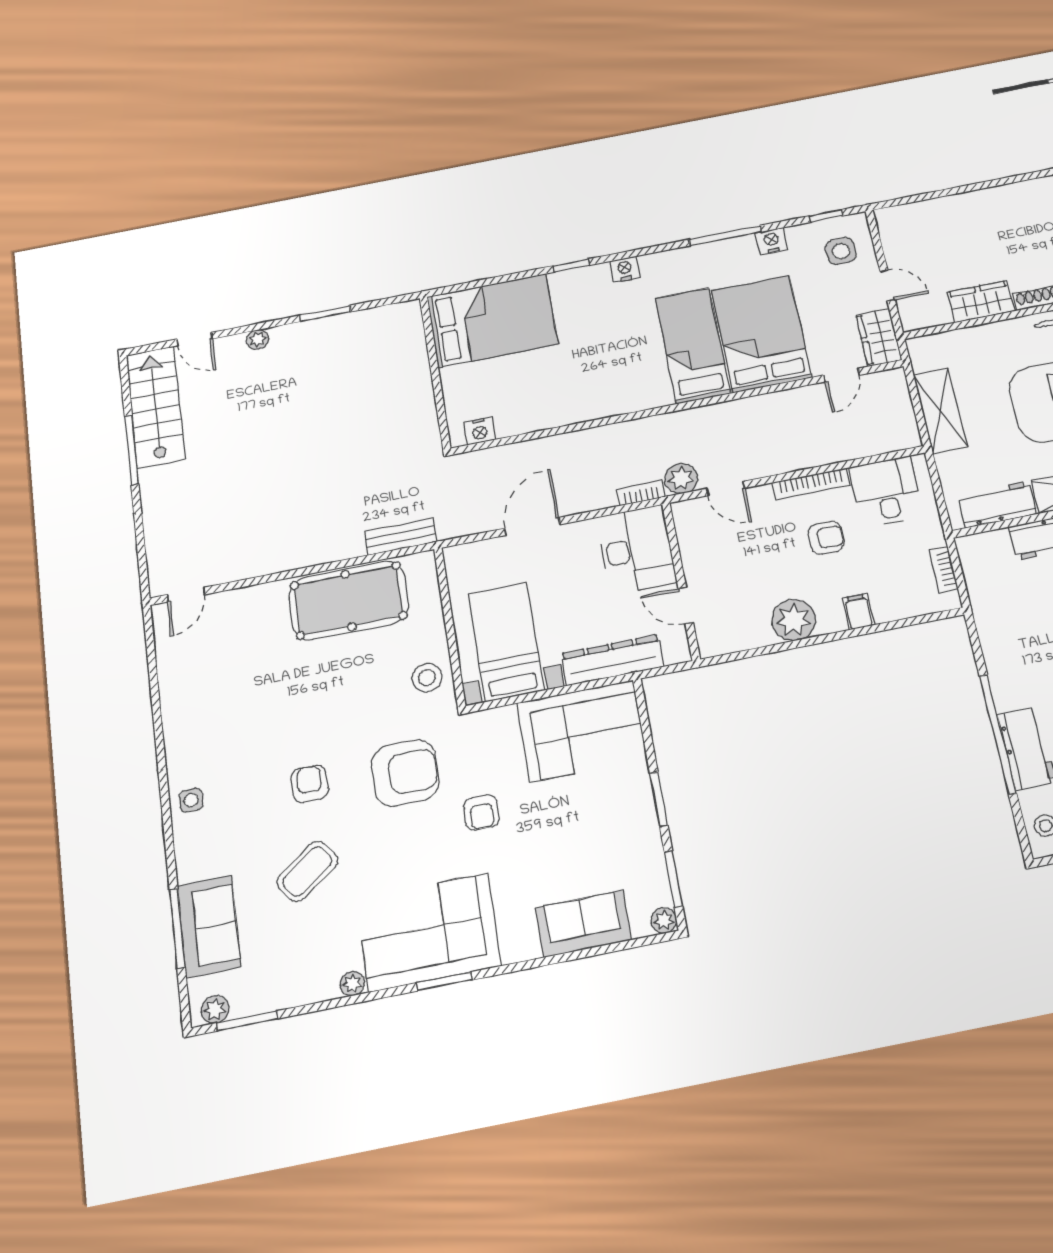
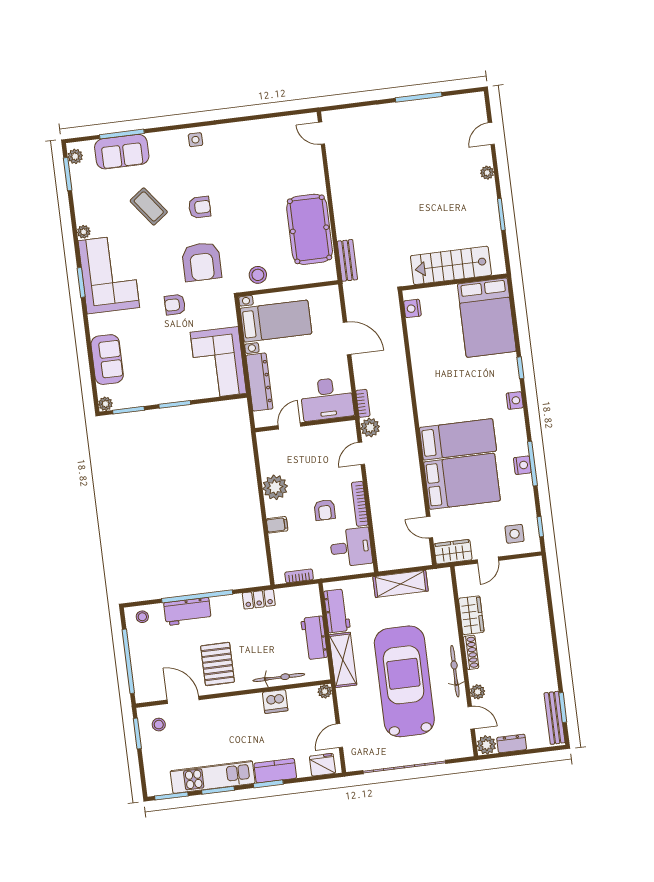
nightstand: (772, 241) -> (522, 465), moved
stairs: (155, 407) -> (451, 265), moved, turned 180
locker: (991, 631) -> (259, 599), added

